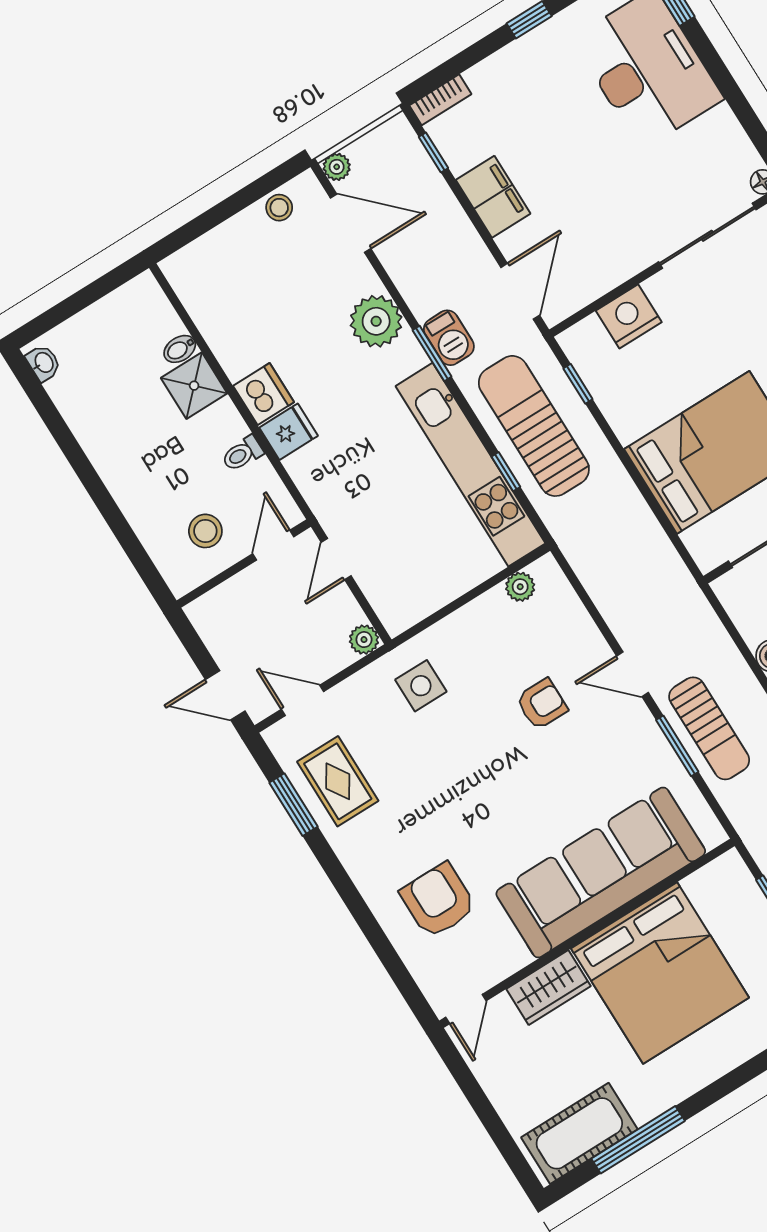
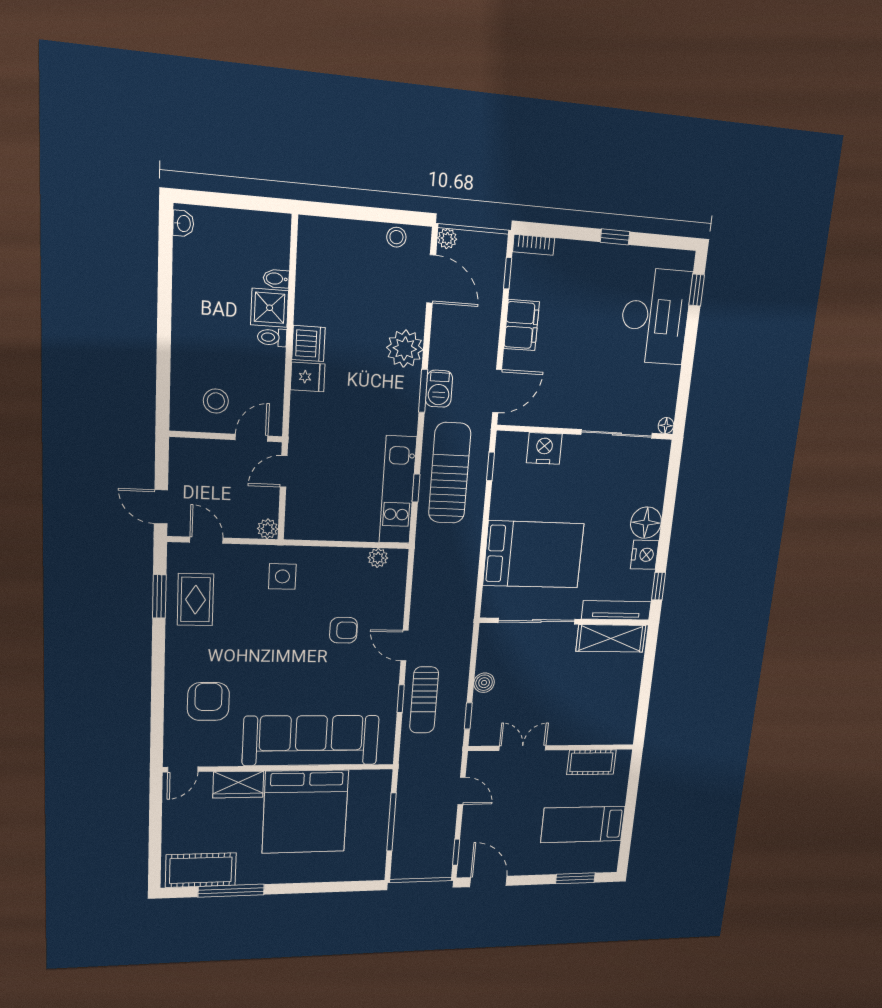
toilet: (242, 454) -> (272, 337), moved
kitchen unit: (471, 465) -> (398, 490), width x0.73
window: (677, 746) -> (401, 699), width x0.67

